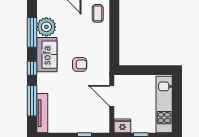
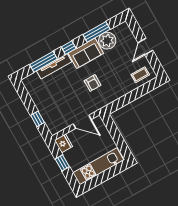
door: (112, 96) -> (82, 122), swing flipped
tv unit: (42, 113) -> (54, 66), moved

